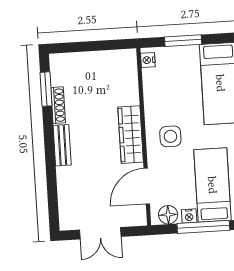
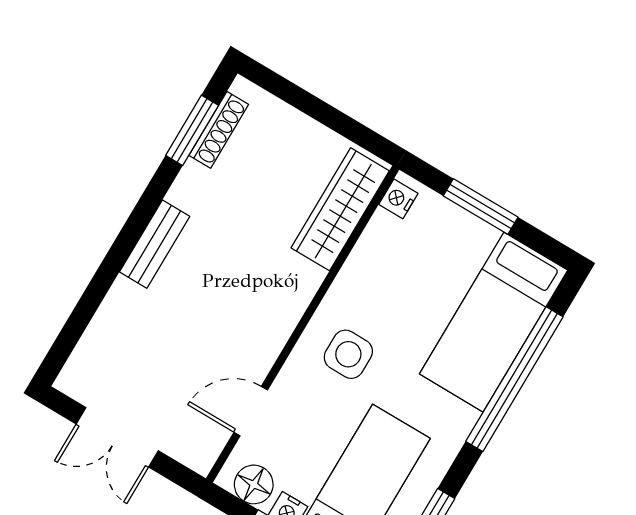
shoe rack: (58, 105) -> (219, 130), moved
wardrobe: (131, 135) -> (340, 209), moved
door: (147, 186) -> (251, 411), width x0.73

